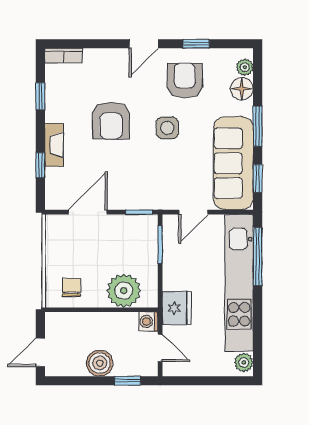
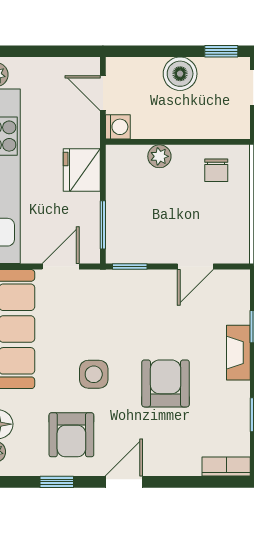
door: (88, 212) -> (195, 267), width x0.73
plant: (124, 291) -> (159, 156), width x0.53, depth x0.53
fridge: (177, 308) -> (82, 170), moved
window: (128, 381) -> (221, 51), moved

